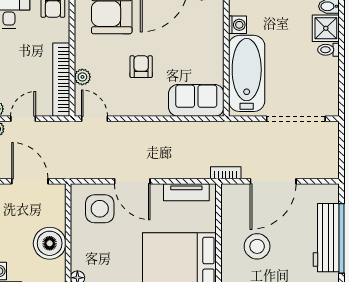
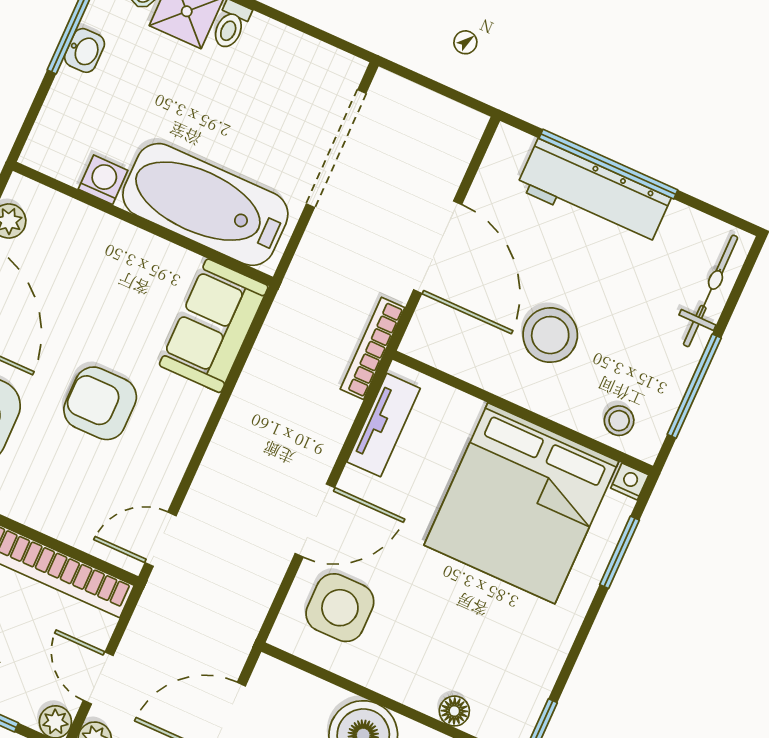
armchair: (141, 67) -> (100, 403), width x1.38, depth x1.38
plant: (82, 77) -> (69, 526), removed
bookcase: (226, 173) -> (373, 348), width x1.56

